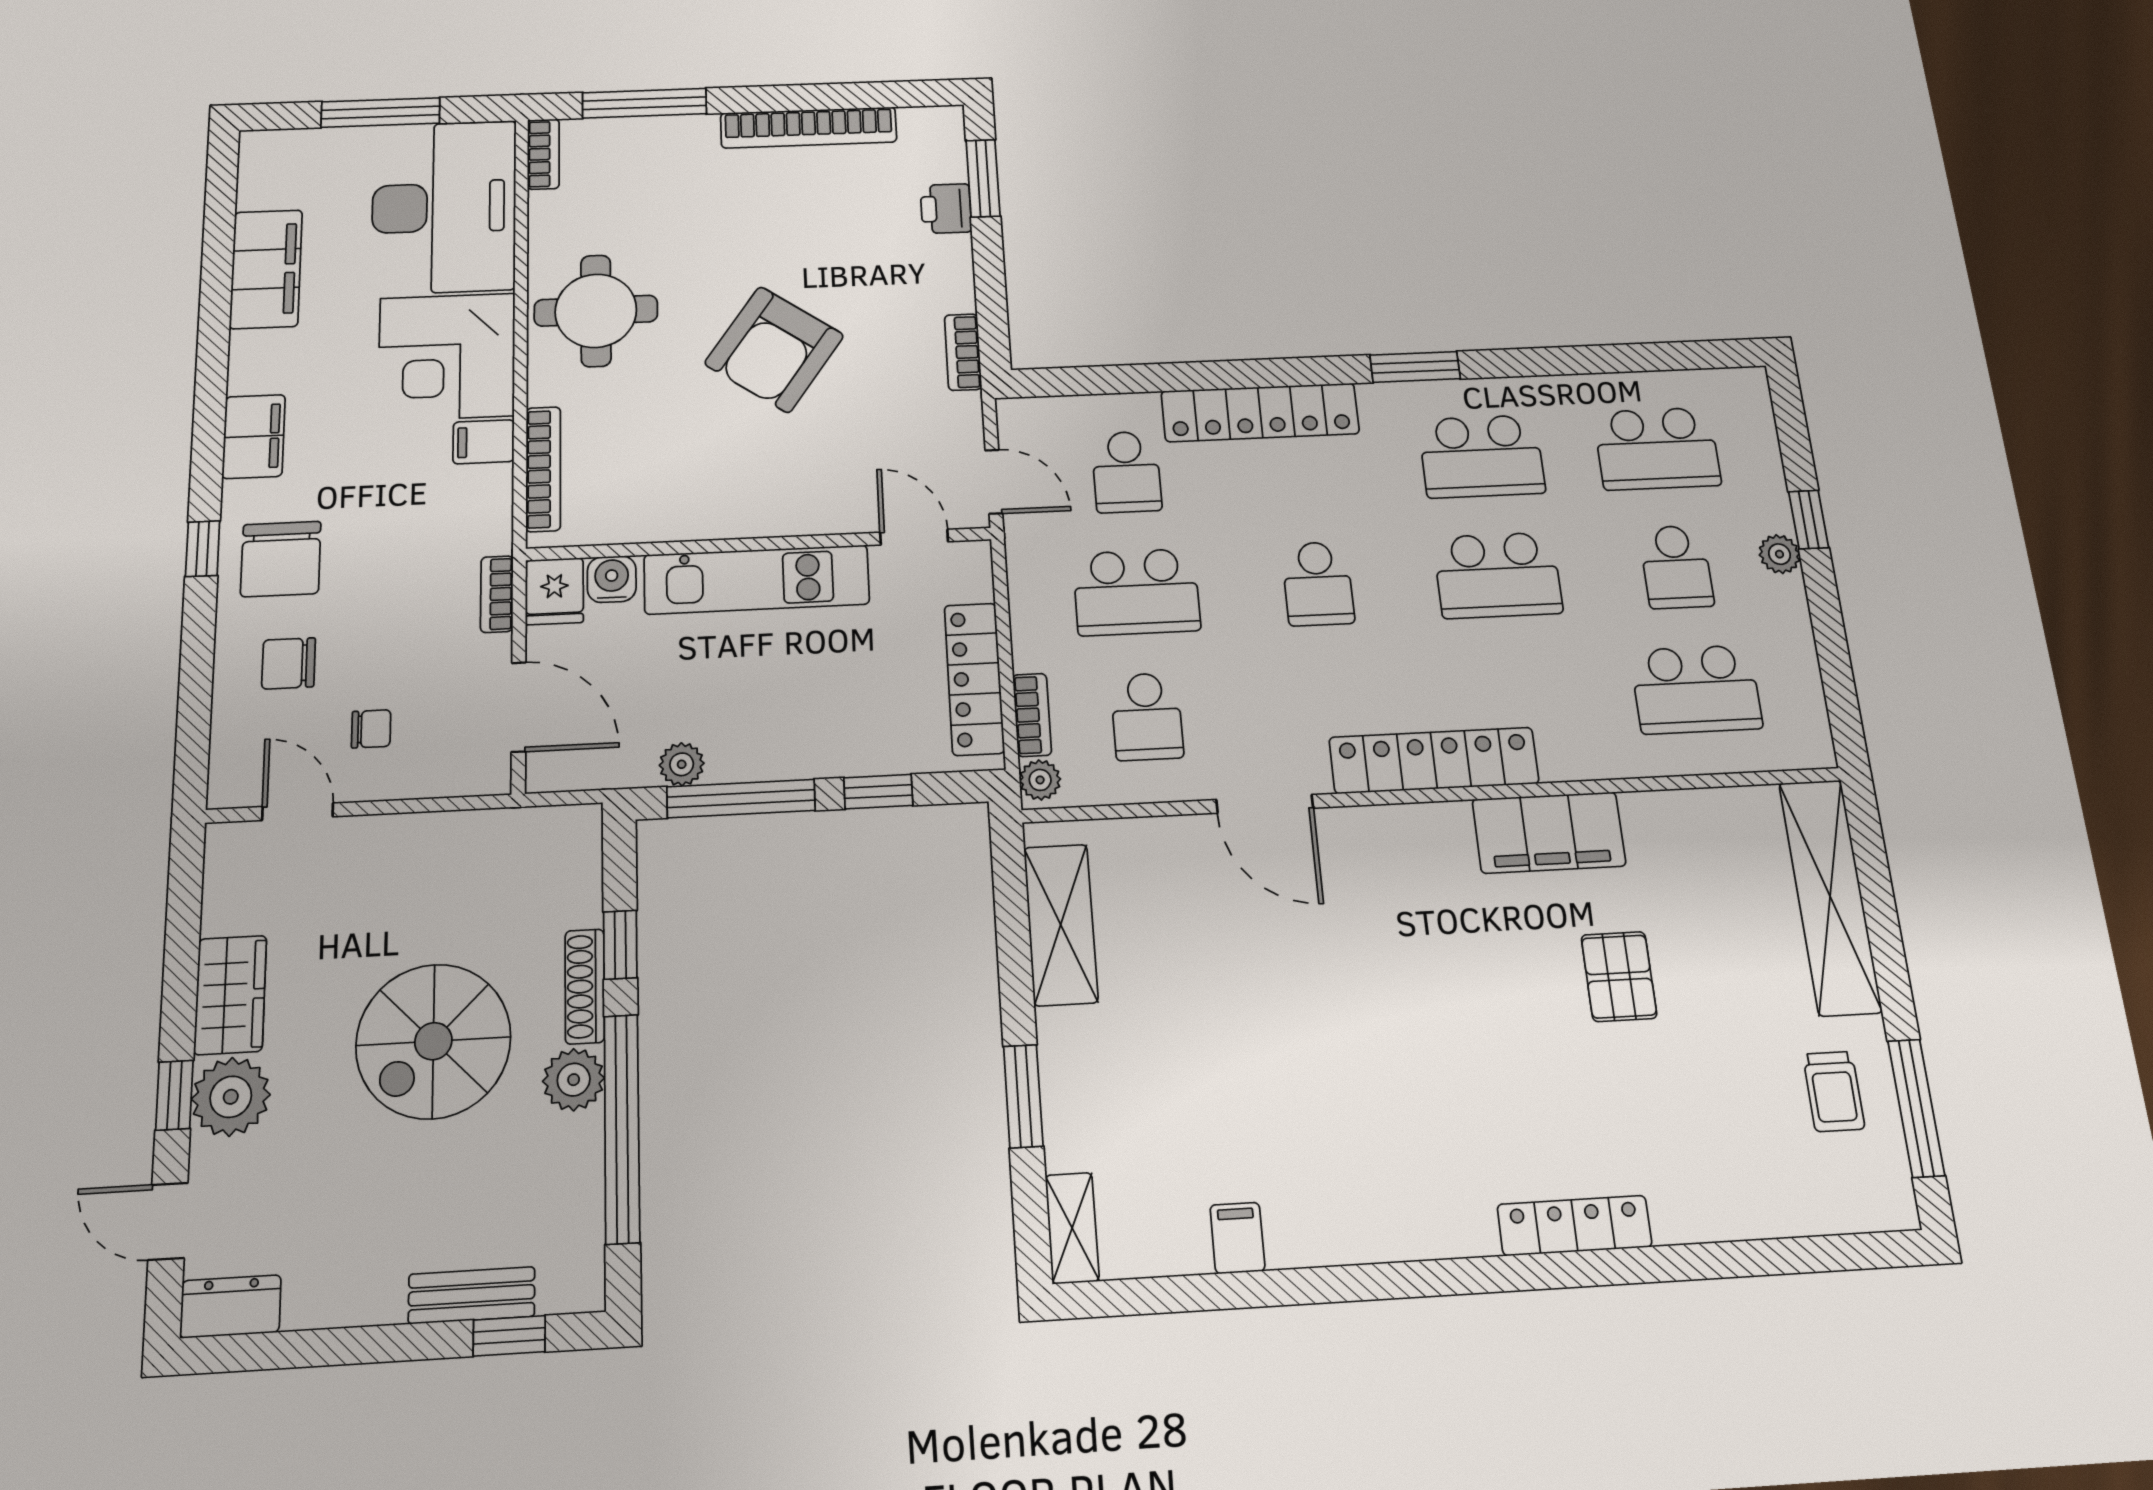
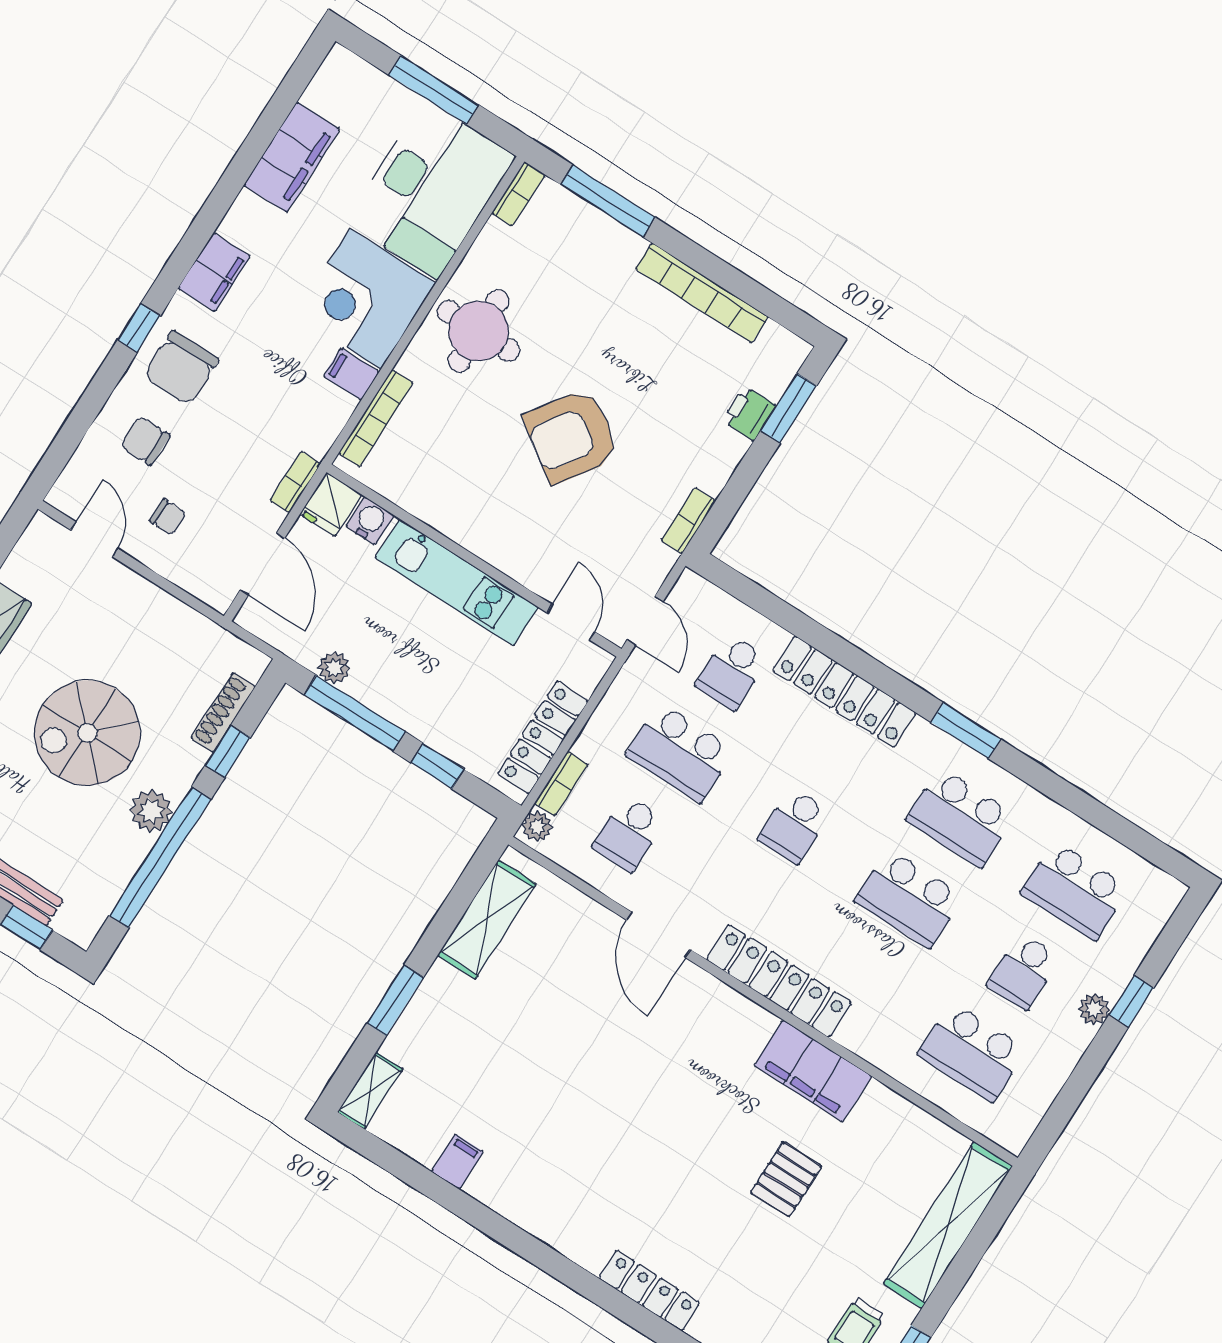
shoe rack: (585, 986) -> (223, 712), moved

